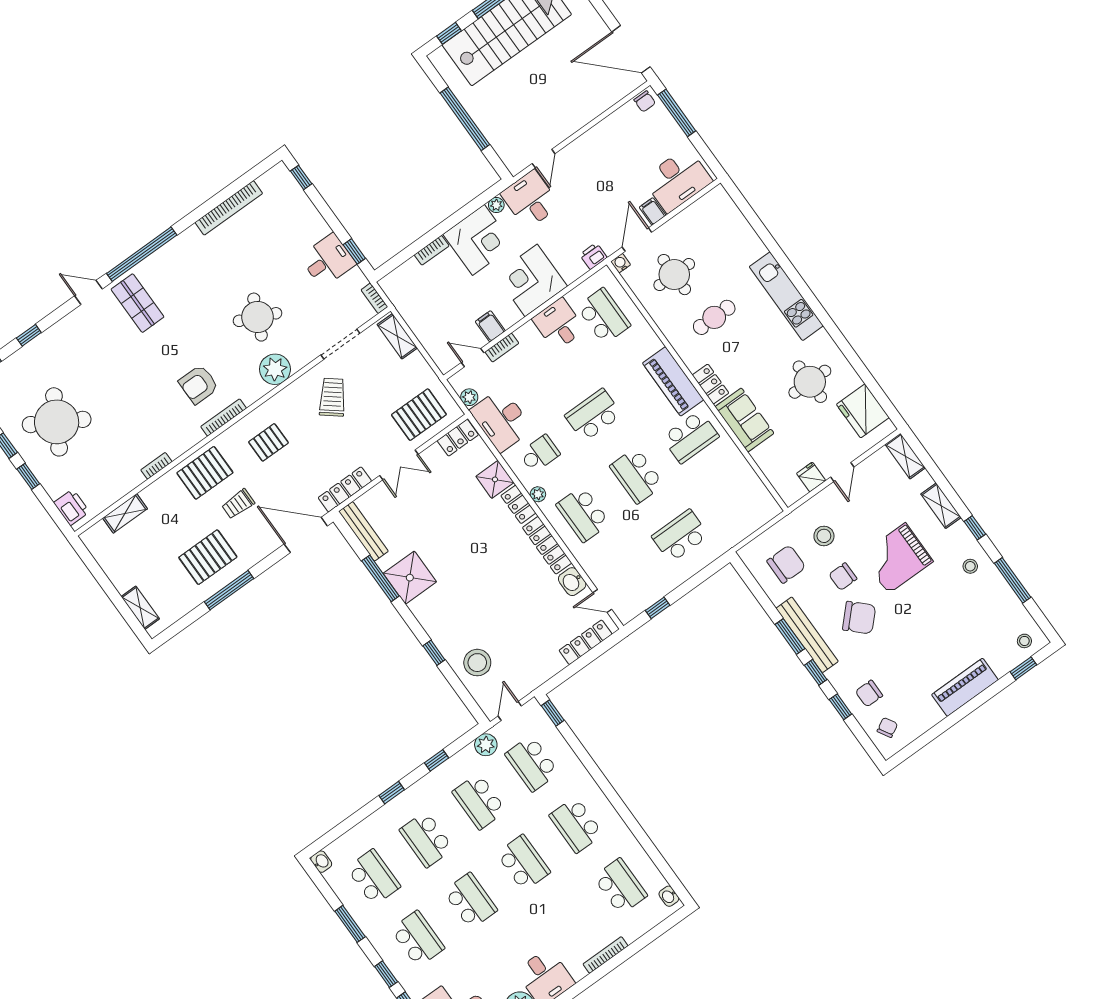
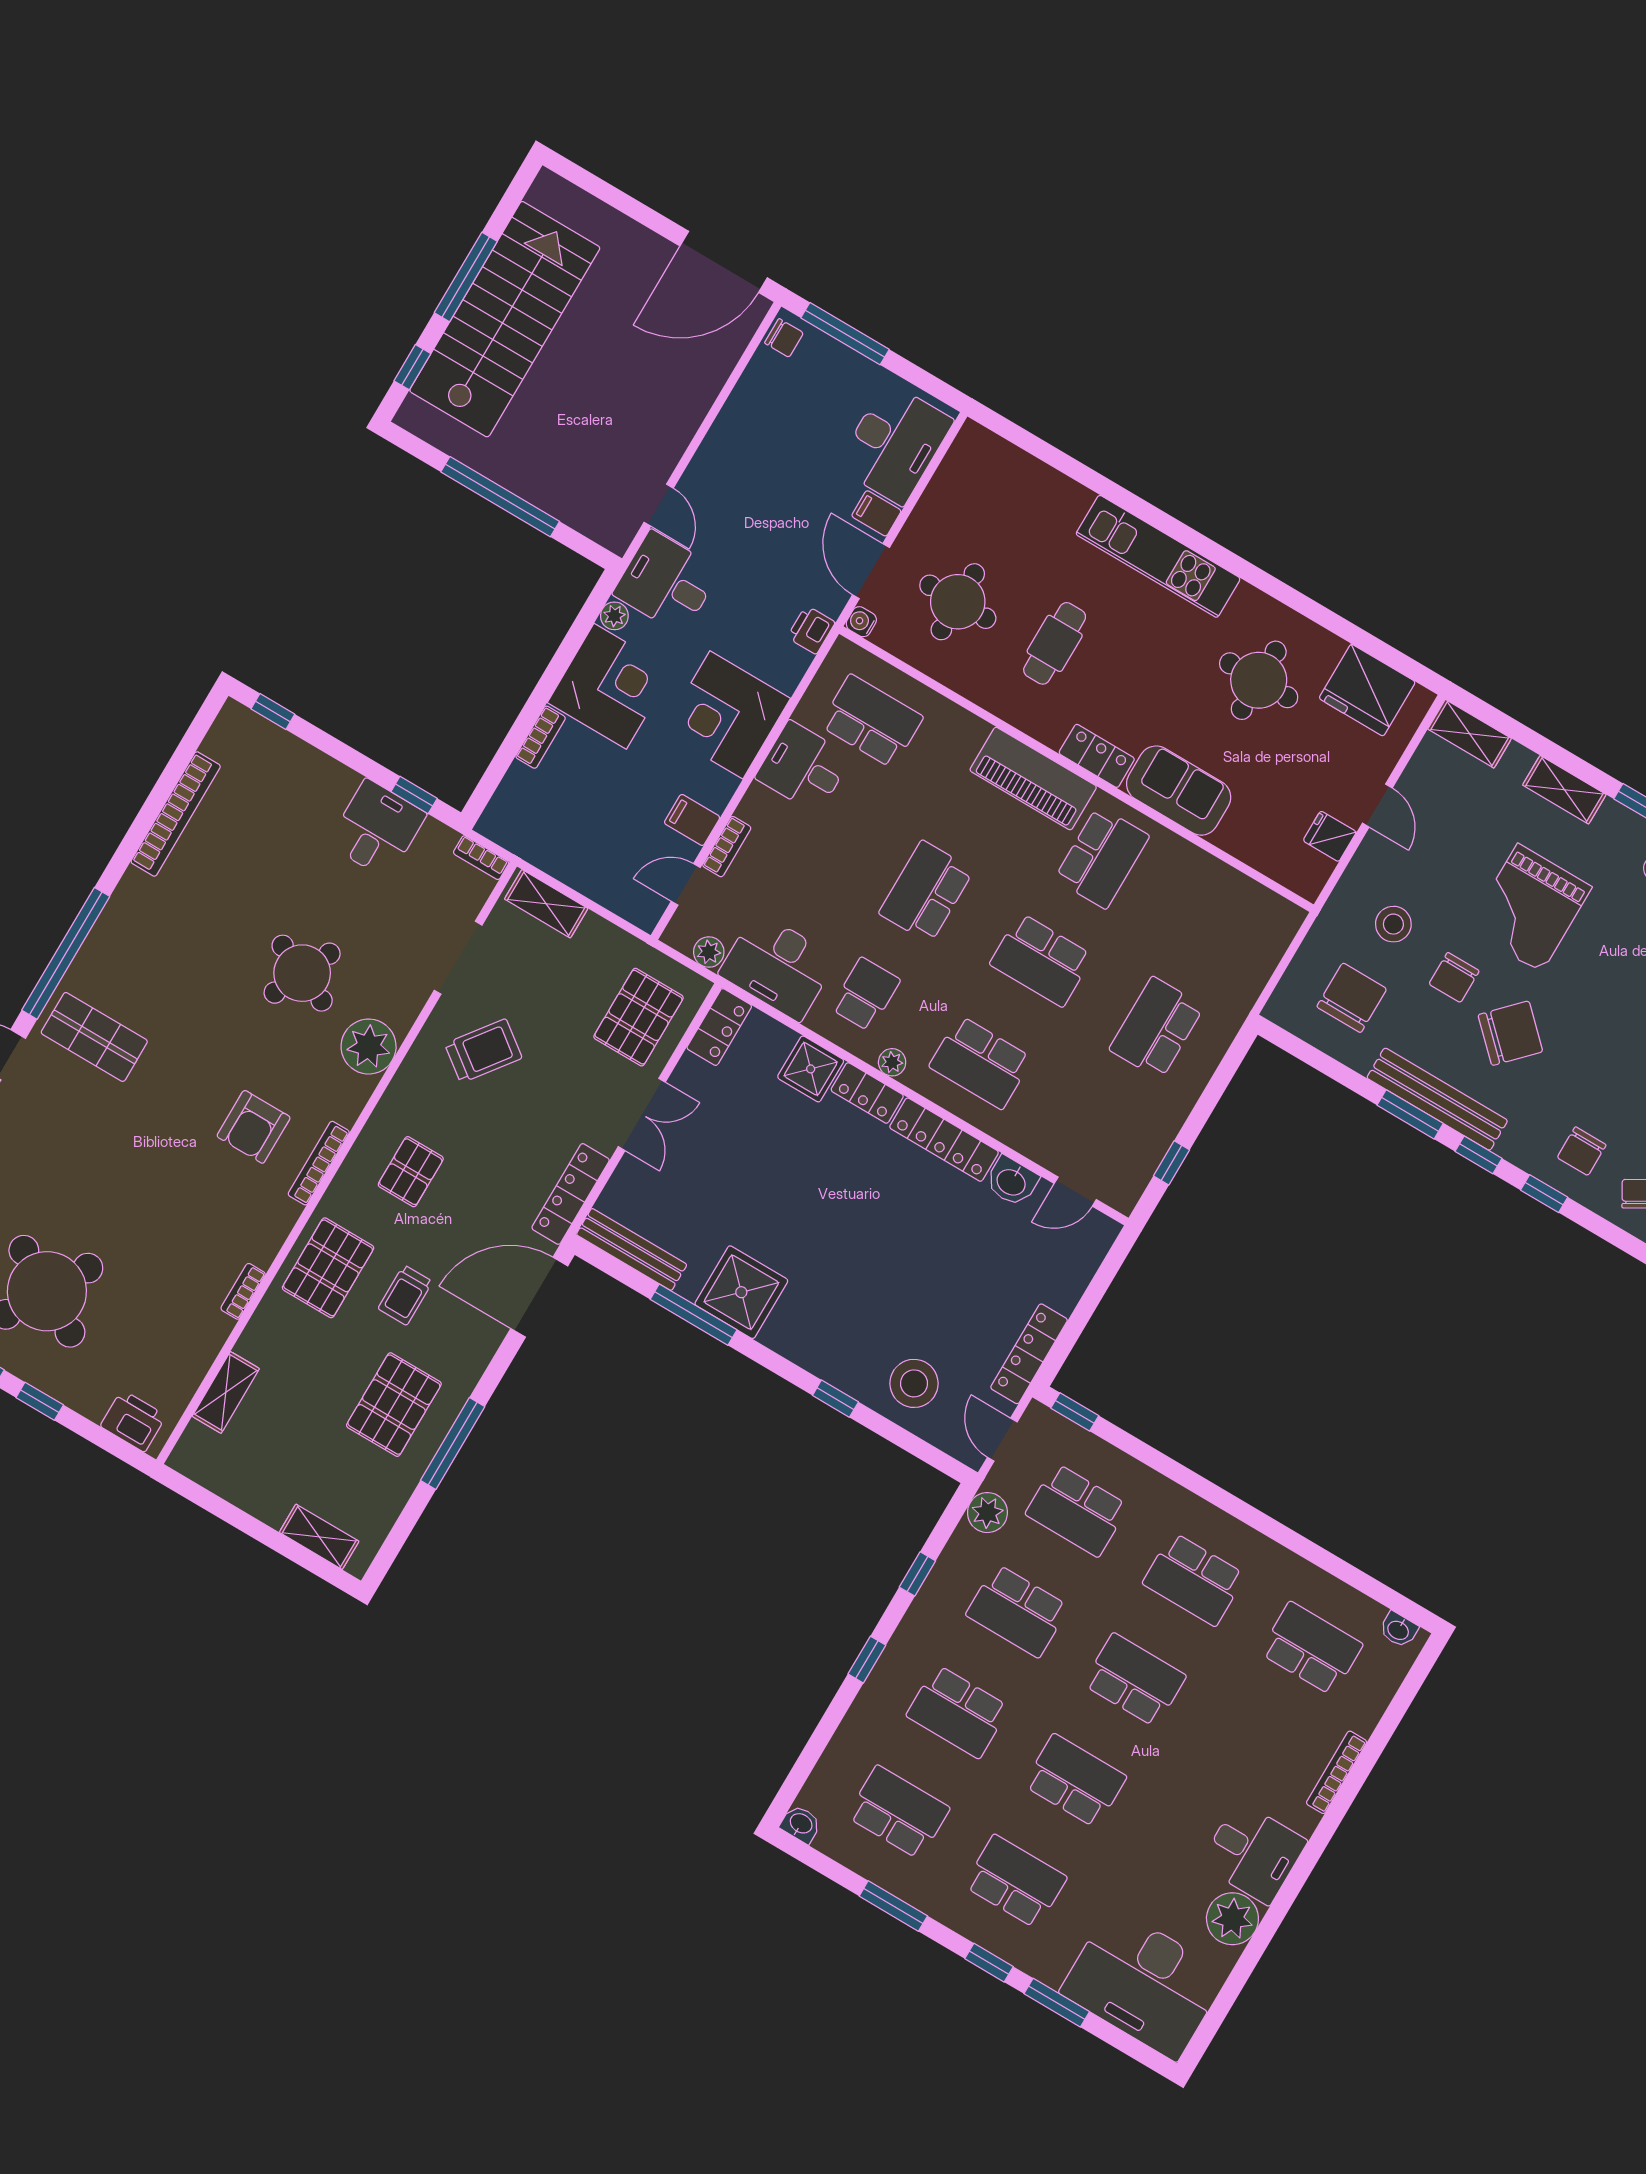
trolley: (332, 397) -> (483, 1051), turned 88
locker: (586, 642) -> (1029, 1354), moved

